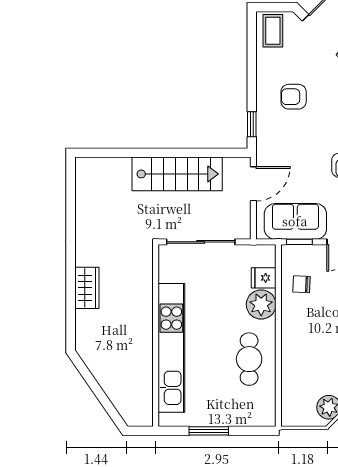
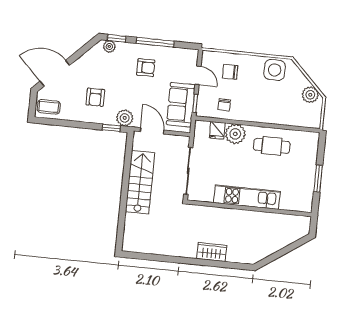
plant: (268, 142) -> (125, 118), added
kitchen unit: (171, 348) -> (247, 197), width x0.73

